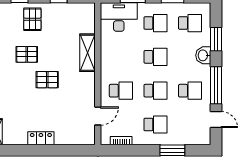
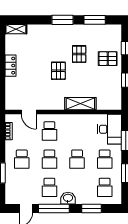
washbasin: (203, 55) -> (68, 198), moved

